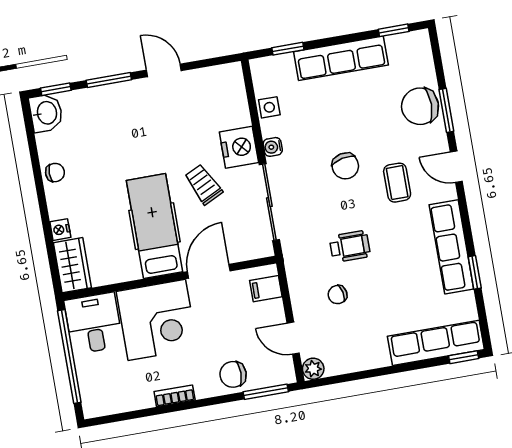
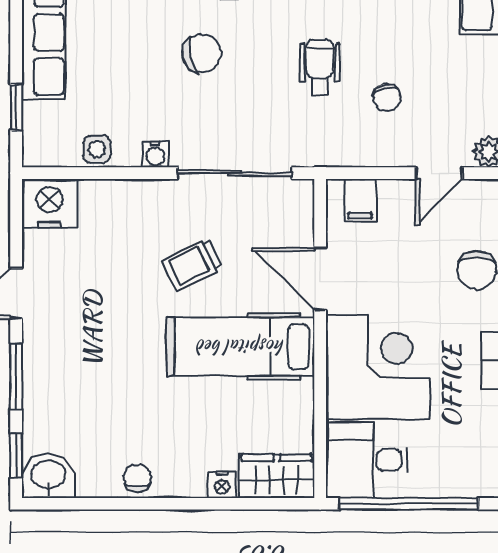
nightstand: (239, 147) -> (50, 204), moved

